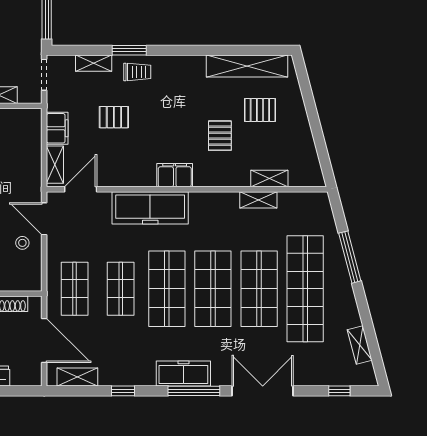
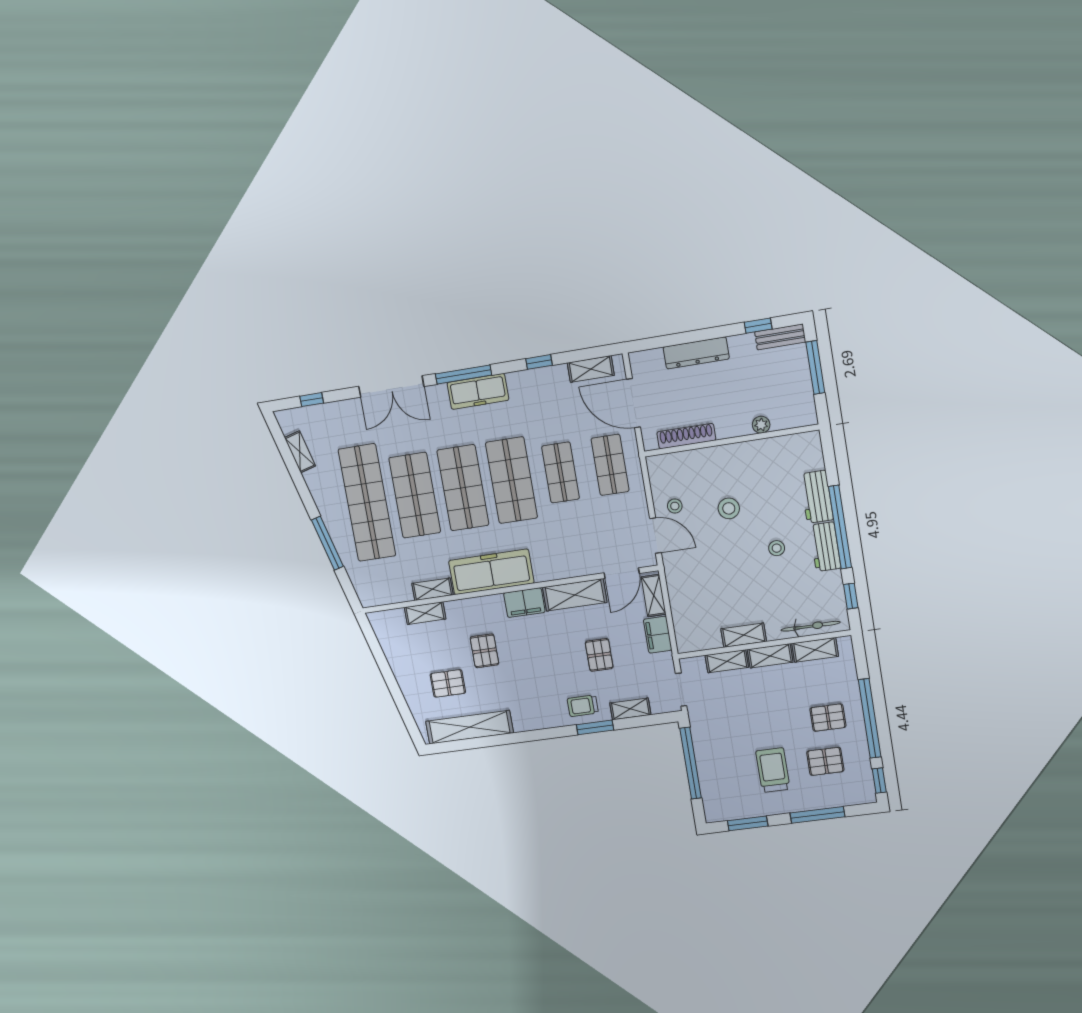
pallet: (114, 117) -> (599, 655), turned 90
shelving: (127, 176) -> (575, 595), added
freezer: (150, 208) -> (491, 572), moved

